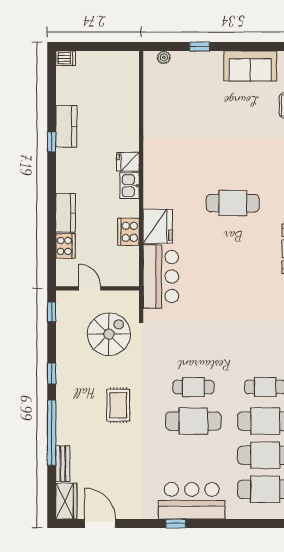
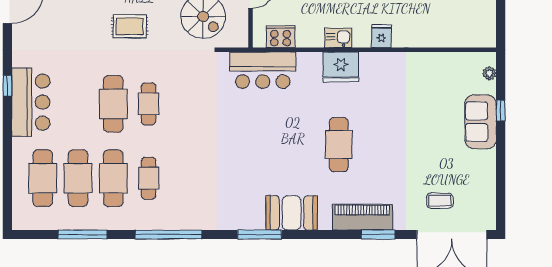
sofa: (250, 66) -> (481, 122), moved
kitchen sink: (130, 186) -> (338, 38), moved
fridge: (158, 226) -> (341, 67), moved
cooker: (128, 232) -> (281, 37), moved

